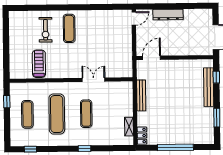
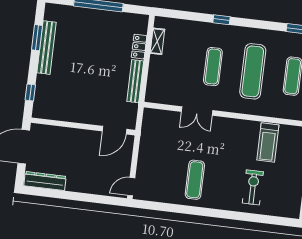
dresser: (168, 15) -> (45, 181), moved
exercise mat: (69, 28) -> (195, 180), moved
bench: (209, 87) -> (47, 48), moved
locker: (142, 136) -> (139, 47), moved

